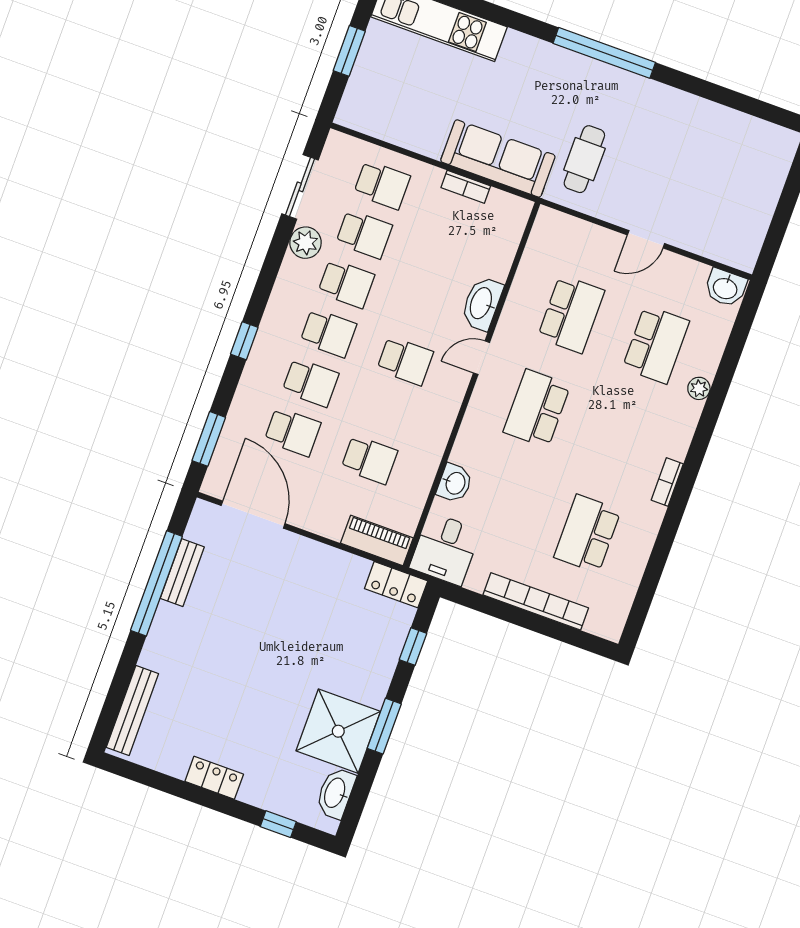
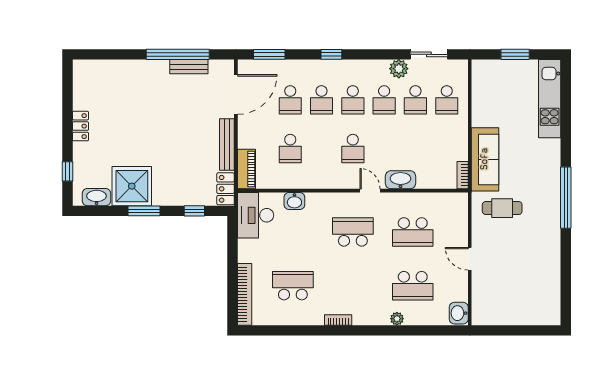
bookcase: (466, 187) -> (463, 175), moved
desk: (445, 549) -> (256, 215), width x1.37
bookcase: (536, 601) -> (245, 294), moved
bench: (132, 711) -> (227, 144), moved, turned 90

